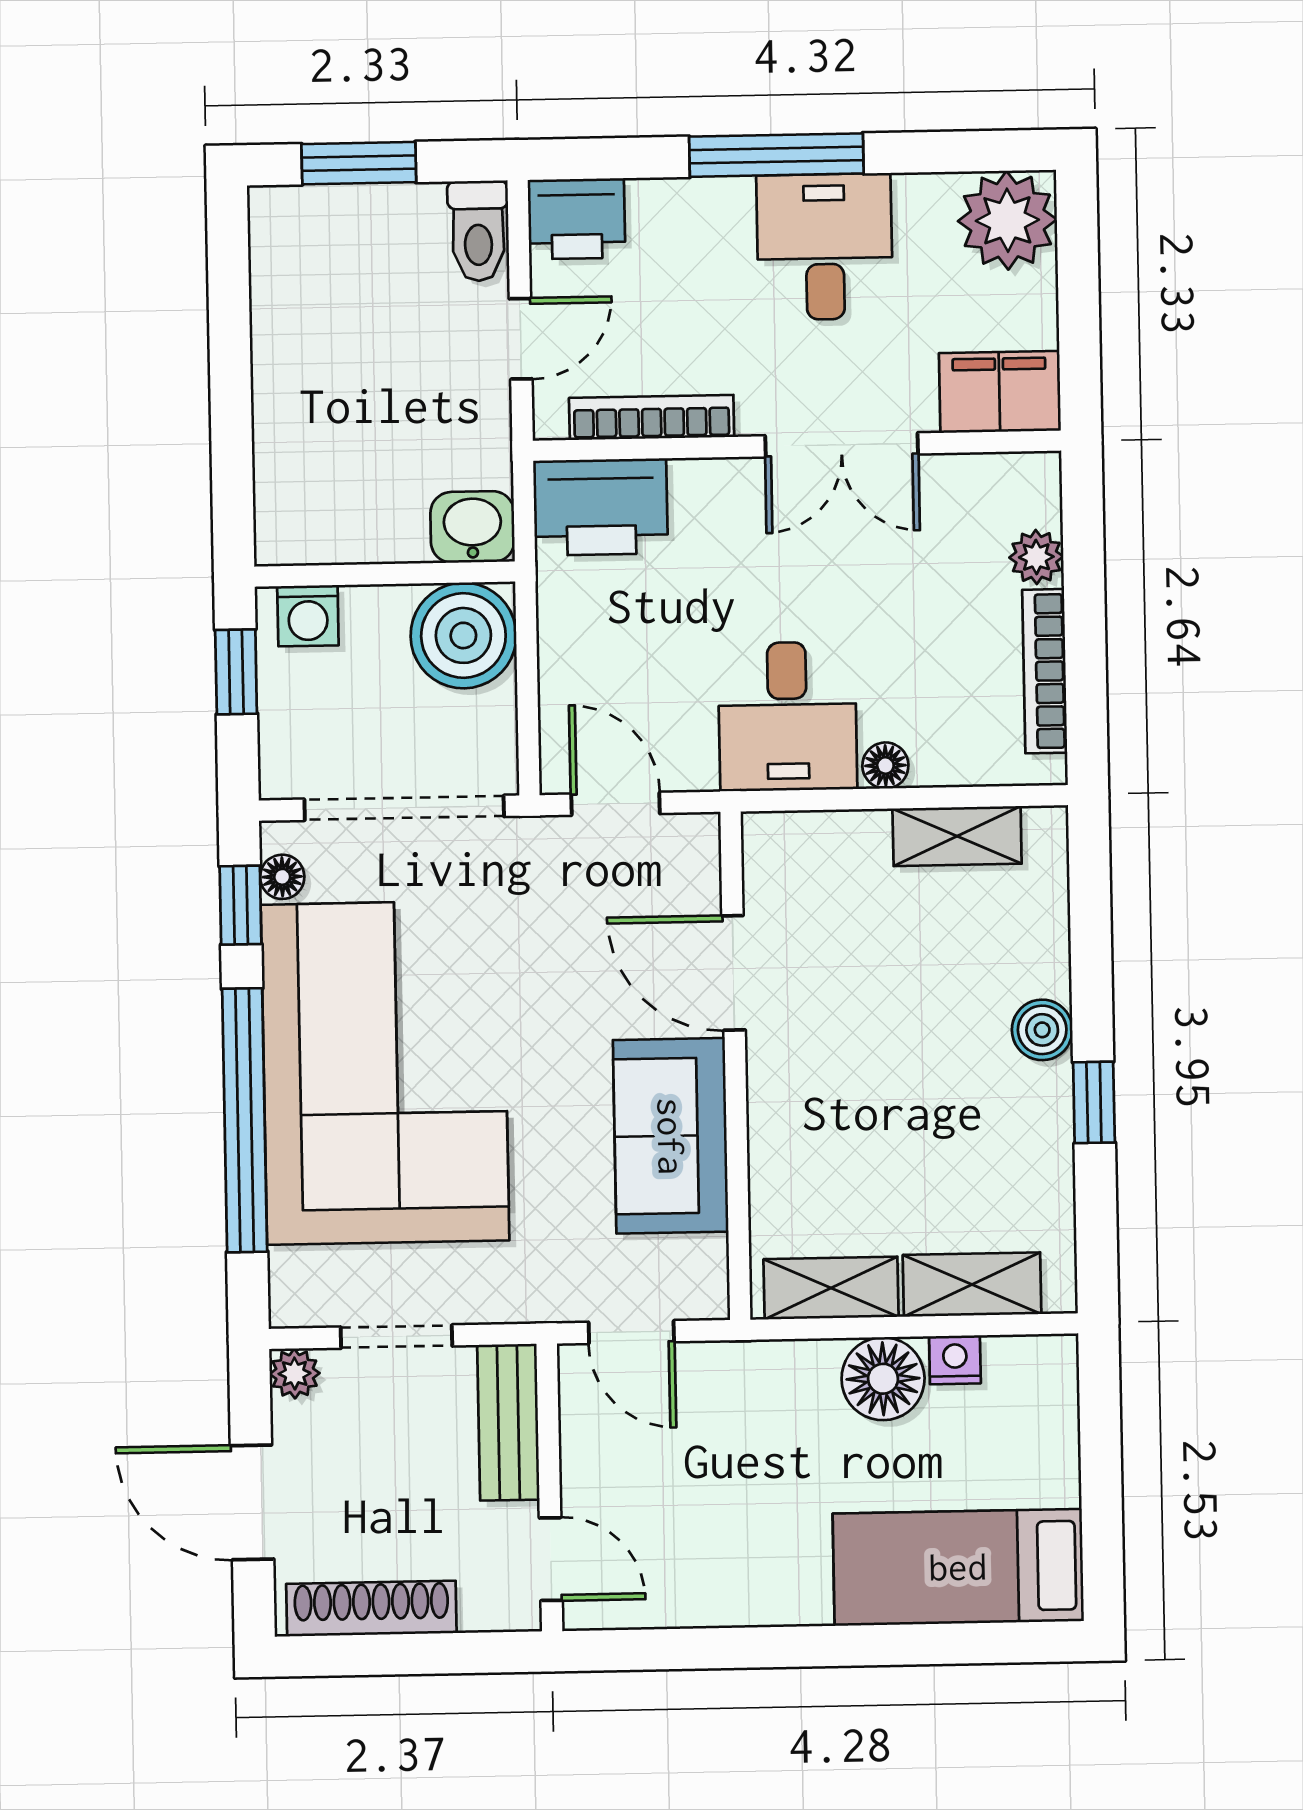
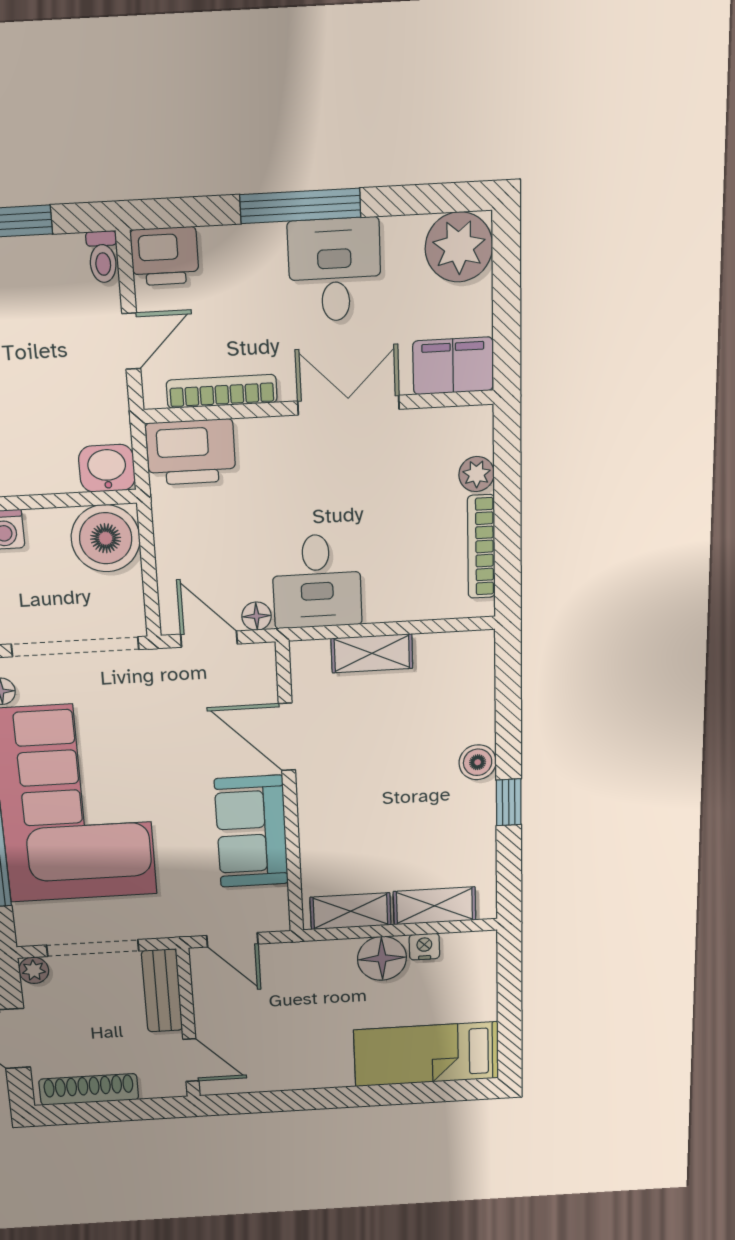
toilet: (478, 231) -> (103, 257), width x0.73, depth x0.72
double door: (842, 445) -> (348, 405), swing flipped
floor lamp: (885, 766) -> (256, 616), moved
shelving: (957, 836) -> (372, 653), moved
doorway: (396, 1337) -> (93, 948), width x1.38

